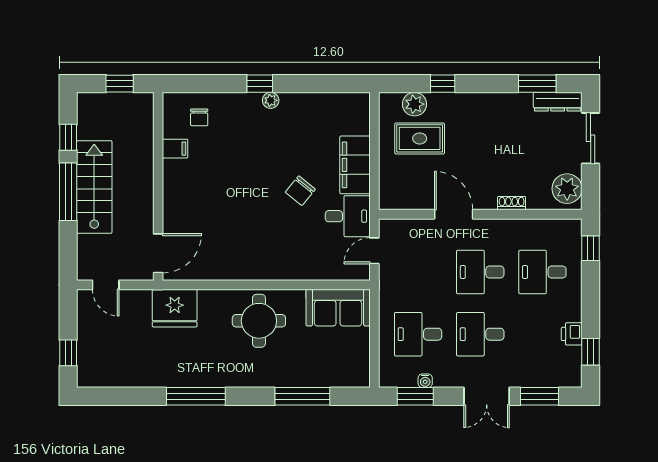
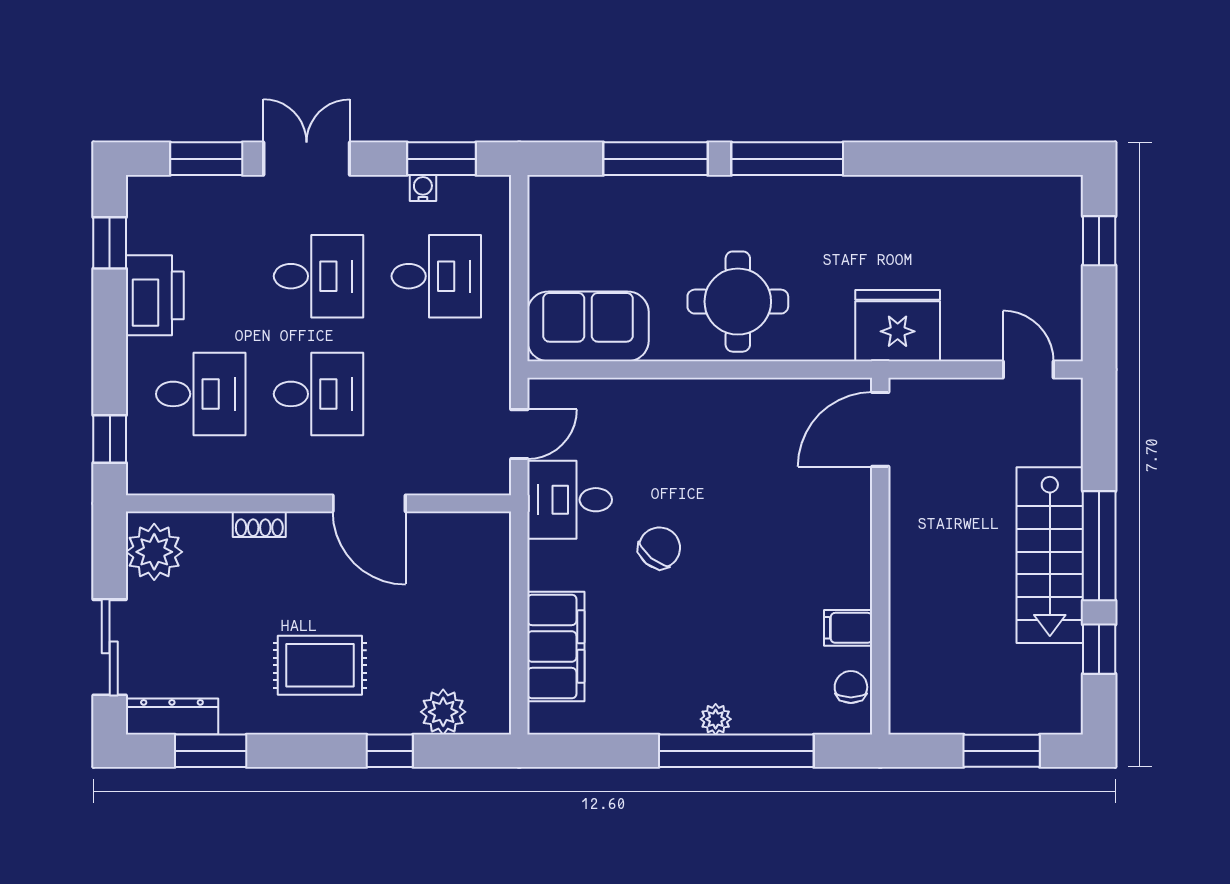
window: (120, 84) -> (1002, 751), width x1.50
window: (260, 84) -> (736, 751), width x3.17
rug: (420, 138) -> (320, 665), moved
filing cabinet: (175, 149) -> (848, 628), moved
filing cabinet: (355, 165) -> (556, 646), moved
wall: (158, 186) -> (880, 556), moved
door: (158, 253) -> (880, 429), moved
printer: (572, 334) -> (155, 295), width x1.87, depth x1.48
window: (196, 396) -> (787, 159), moved

